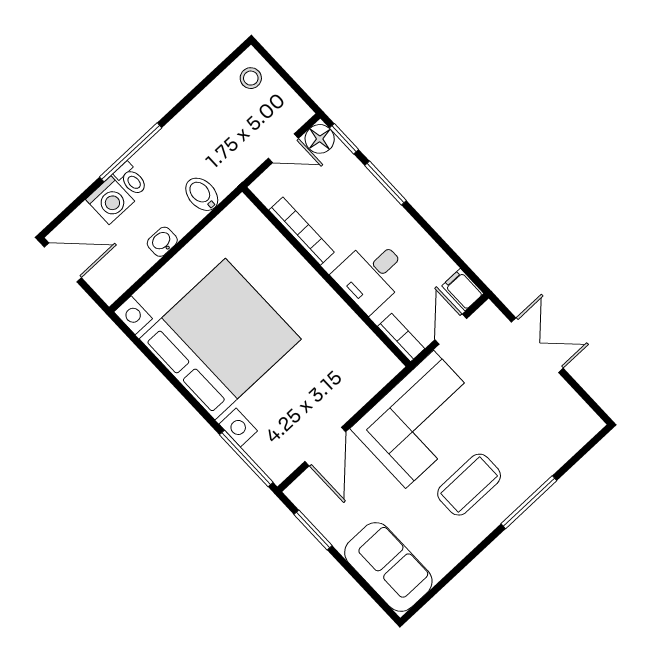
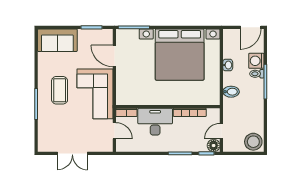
stool: (251, 78) -> (253, 142), width x1.89, depth x1.89
desk: (372, 275) -> (155, 122), width x1.37
filing cabinet: (463, 290) -> (123, 146), removed
double door: (537, 345) -> (72, 153), moved

